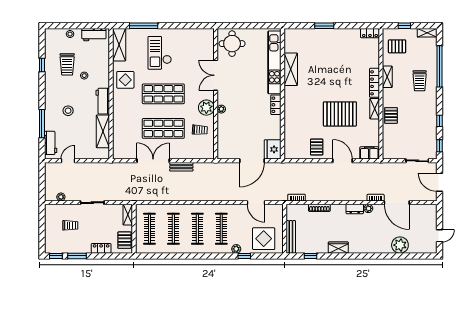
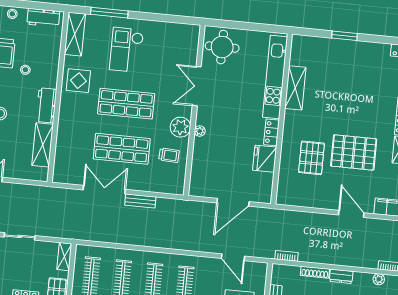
pallet: (317, 147) -> (312, 158), moved, width x1.50, depth x1.42
fridge: (273, 149) -> (265, 159), moved
dresser: (355, 209) -> (341, 276), moved

